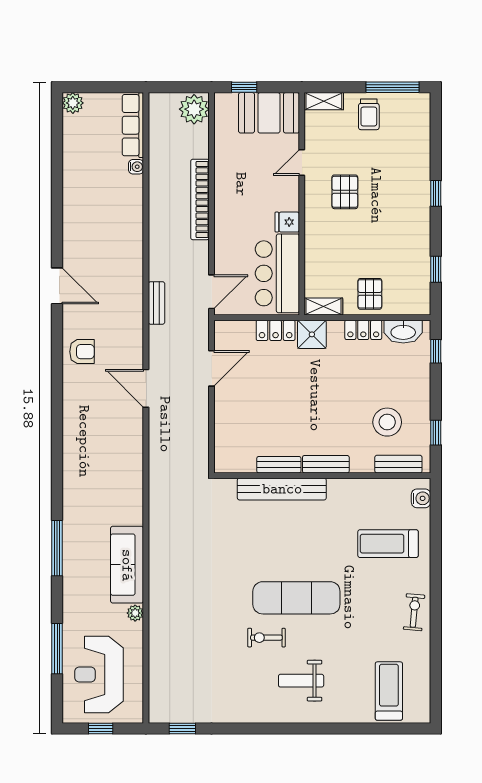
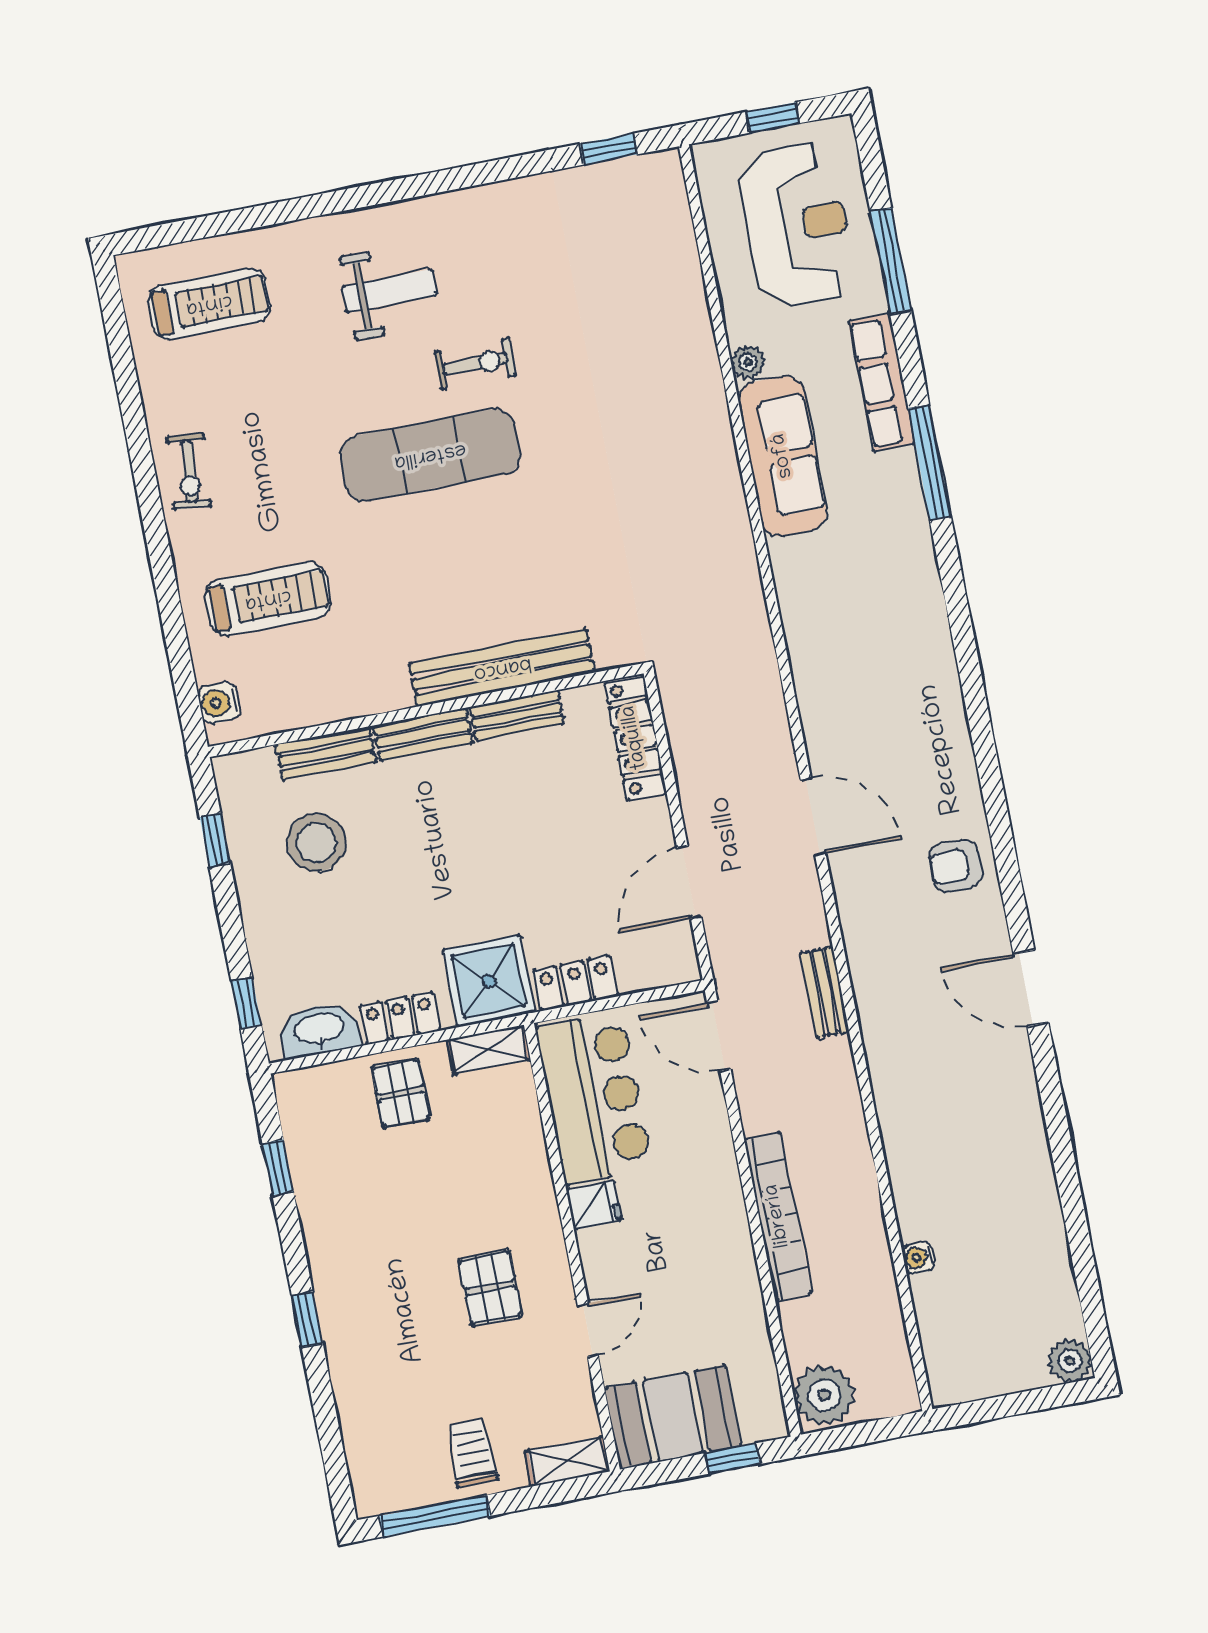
row of seats: (133, 125) -> (882, 383), moved, turned 180
door: (212, 292) -> (719, 1036), hinge flipped
shower: (312, 334) -> (489, 981), width x1.36, depth x1.36
locker: (224, 443) -> (635, 738), added
bench: (398, 464) -> (326, 753), moved
treadmill: (389, 691) -> (209, 304), turned -90

